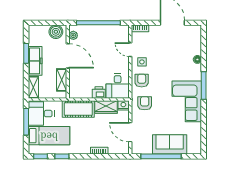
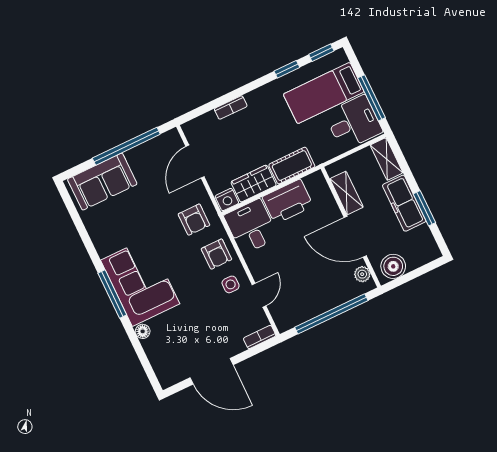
door: (130, 50) -> (259, 295), hinge flipped
printer: (99, 93) -> (288, 202), width x1.87, depth x1.48
corner sofa: (187, 101) -> (140, 282), moved
cot: (78, 109) -> (292, 166), width x0.73, depth x0.75
door: (130, 132) -> (195, 162), swing flipped
sofa: (170, 144) -> (102, 182), moved

